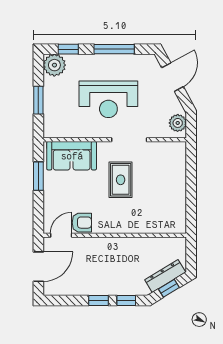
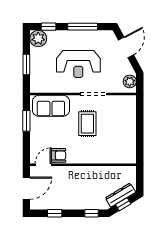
window: (98, 300) -> (55, 213), moved

